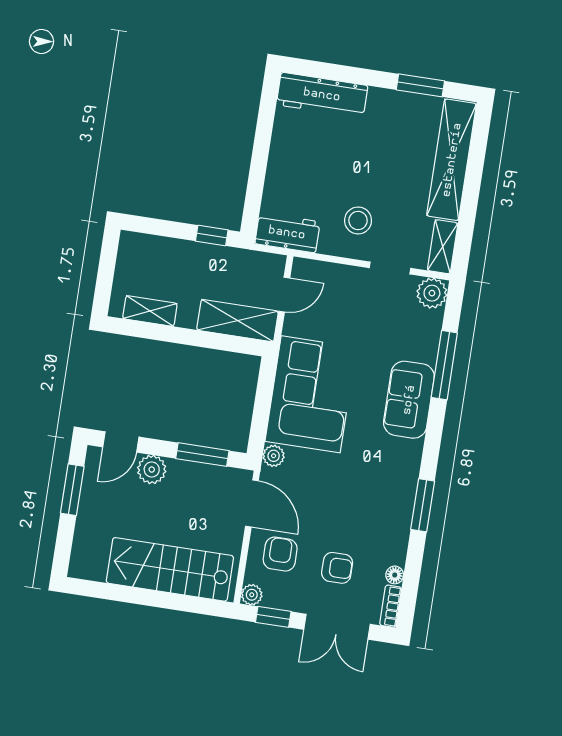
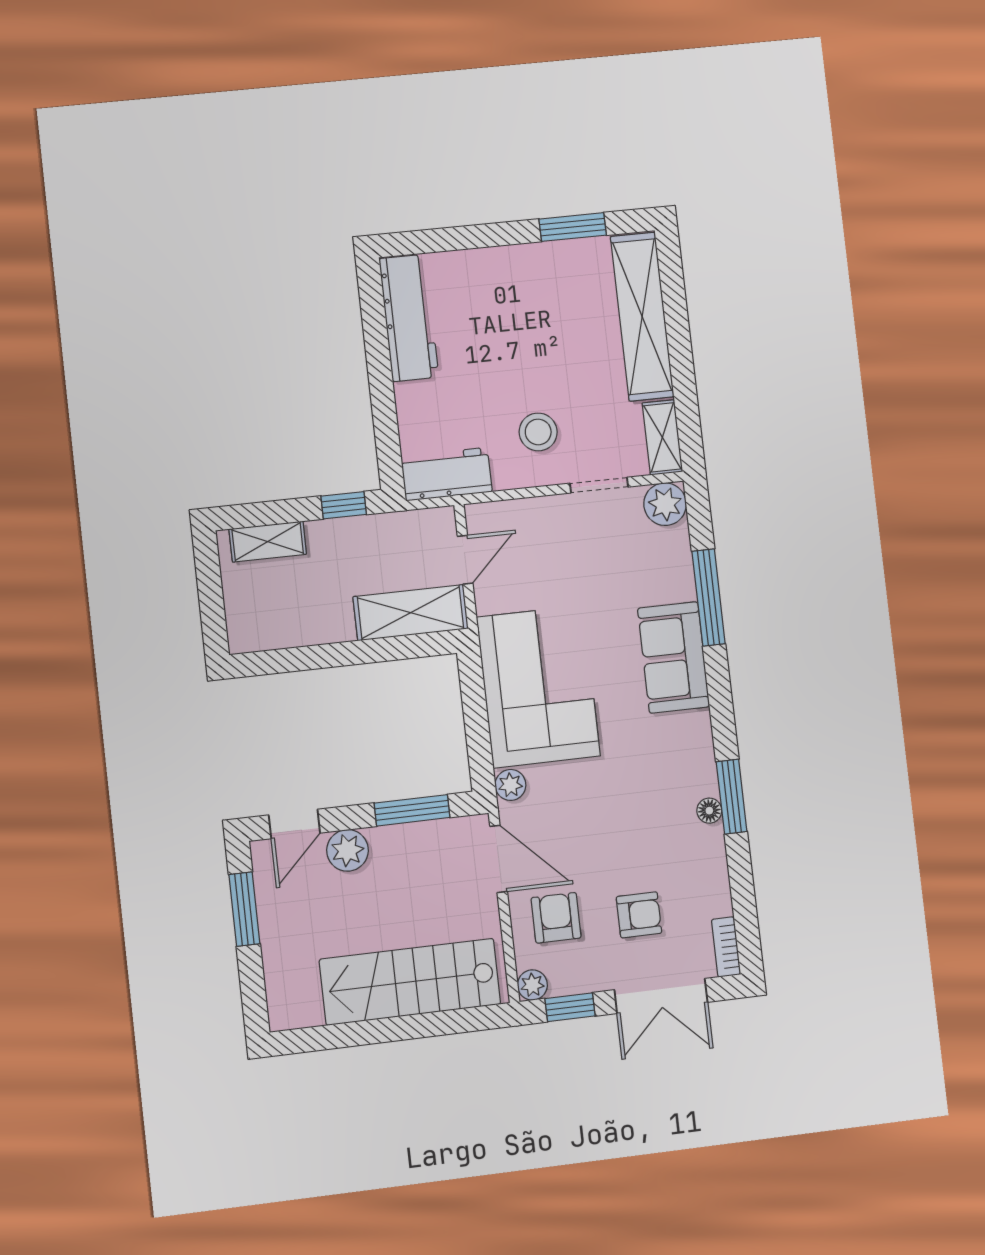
workbench: (322, 95) -> (409, 318), moved, turned -90
shelving: (150, 311) -> (268, 542), moved
floor lamp: (395, 575) -> (709, 811), moved

